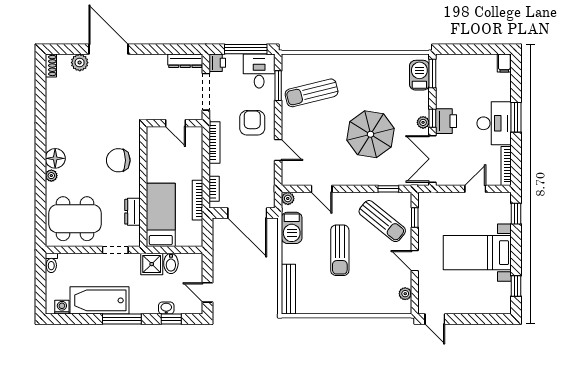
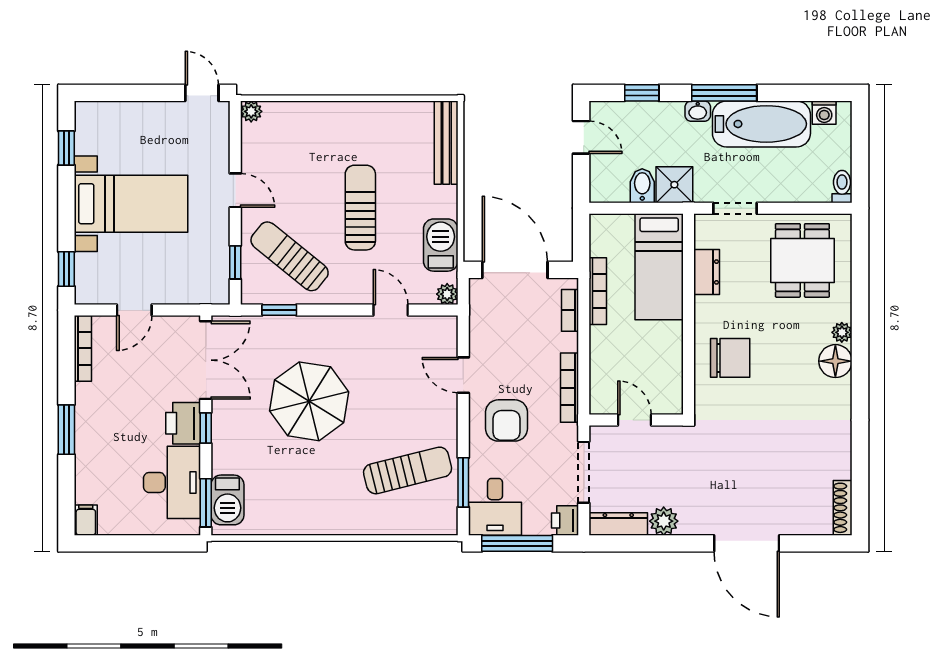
plant: (80, 63) -> (664, 521), moved
shoe rack: (51, 66) -> (843, 508), width x1.43
plant: (423, 122) -> (221, 421), removed
desk: (494, 123) -> (172, 482), moved, turned 180
dining table: (75, 219) -> (802, 260), width x0.73
plant: (405, 294) -> (251, 111), moved
washbasin: (166, 308) -> (698, 111), moved

